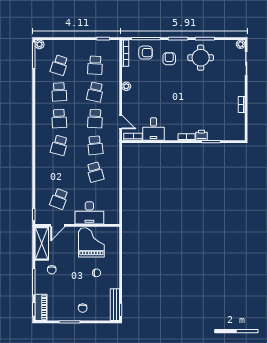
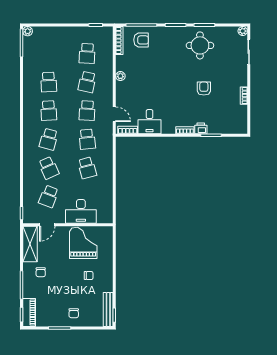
armchair: (169, 59) -> (204, 89), moved
school desk: (59, 65) -> (49, 168), moved, turned -42

